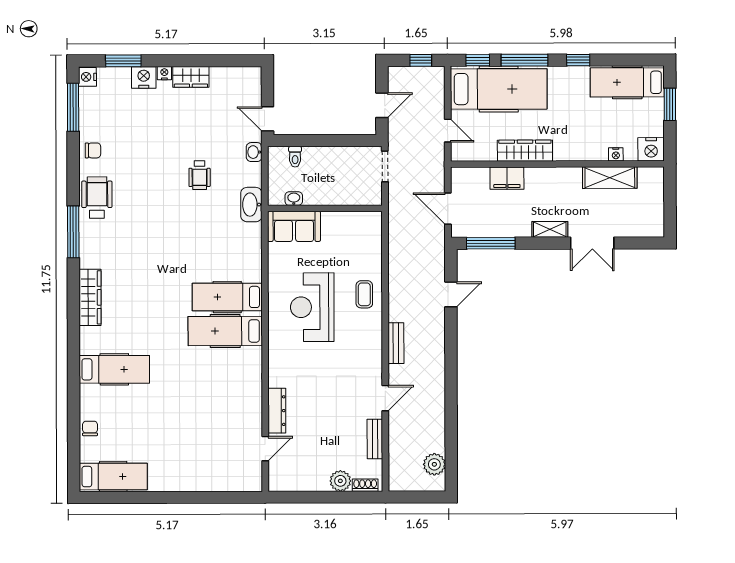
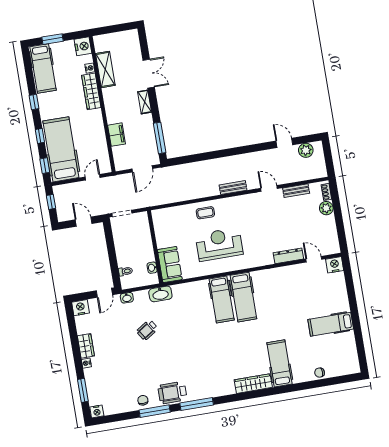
window: (525, 60) -> (40, 136), width x0.46
nightstand: (144, 77) -> (80, 308), moved, turned 90
window: (73, 107) -> (155, 411), moved
wardrobe: (525, 151) -> (91, 91), moved
wheelchair: (200, 175) -> (147, 330), turned 147
door: (451, 294) -> (284, 143), moved
wardrobe: (90, 297) -> (253, 384), moved
reception desk: (312, 307) -> (219, 244), turned 180
hospital bed: (113, 477) -> (331, 324), moved, turned -90
nightstand: (251, 479) -> (335, 265), added

